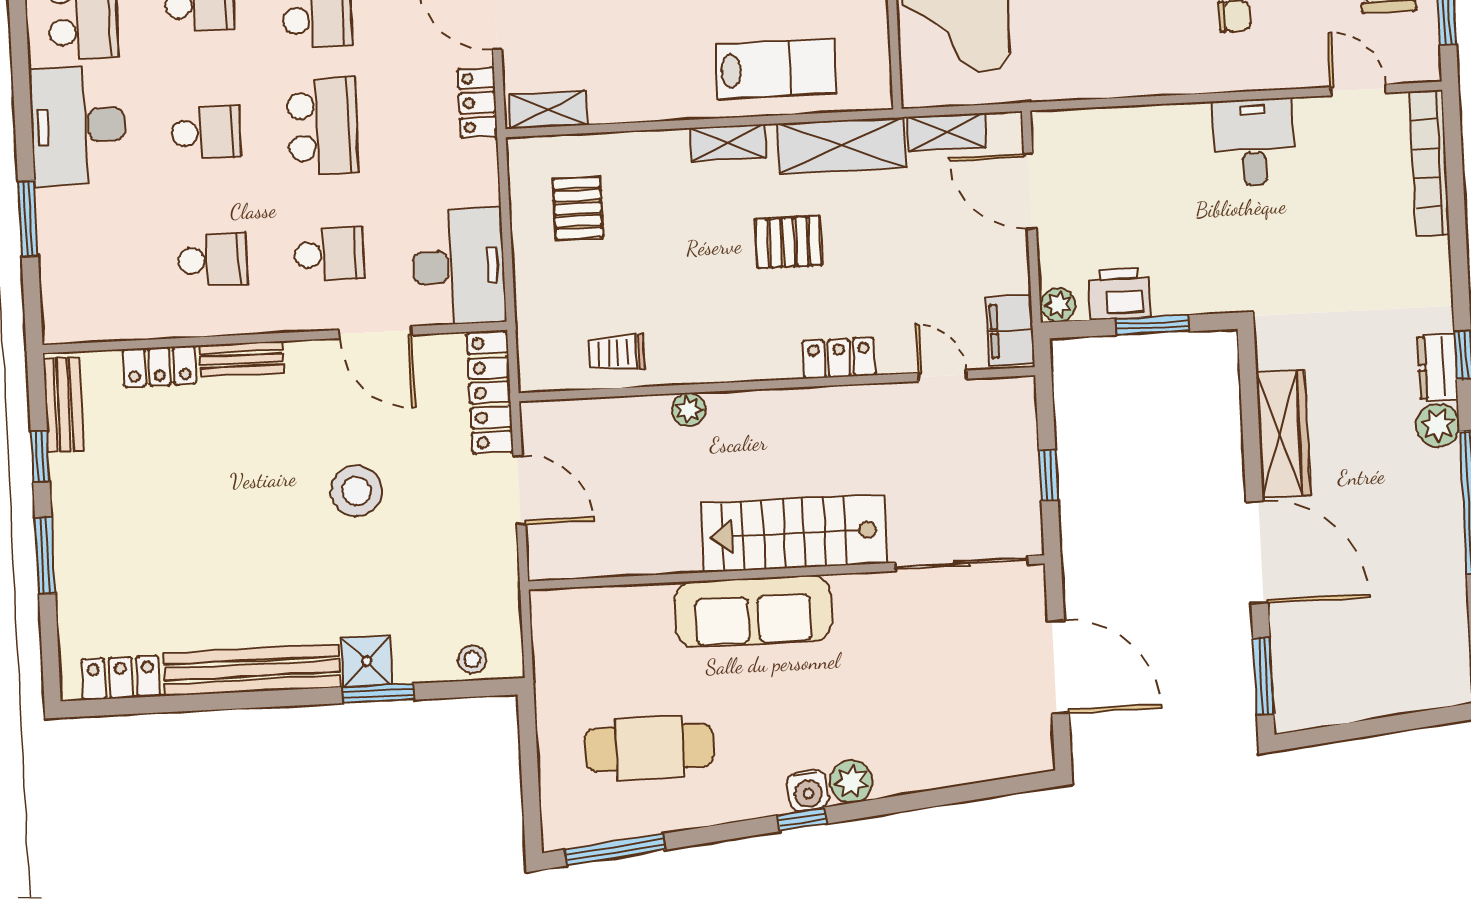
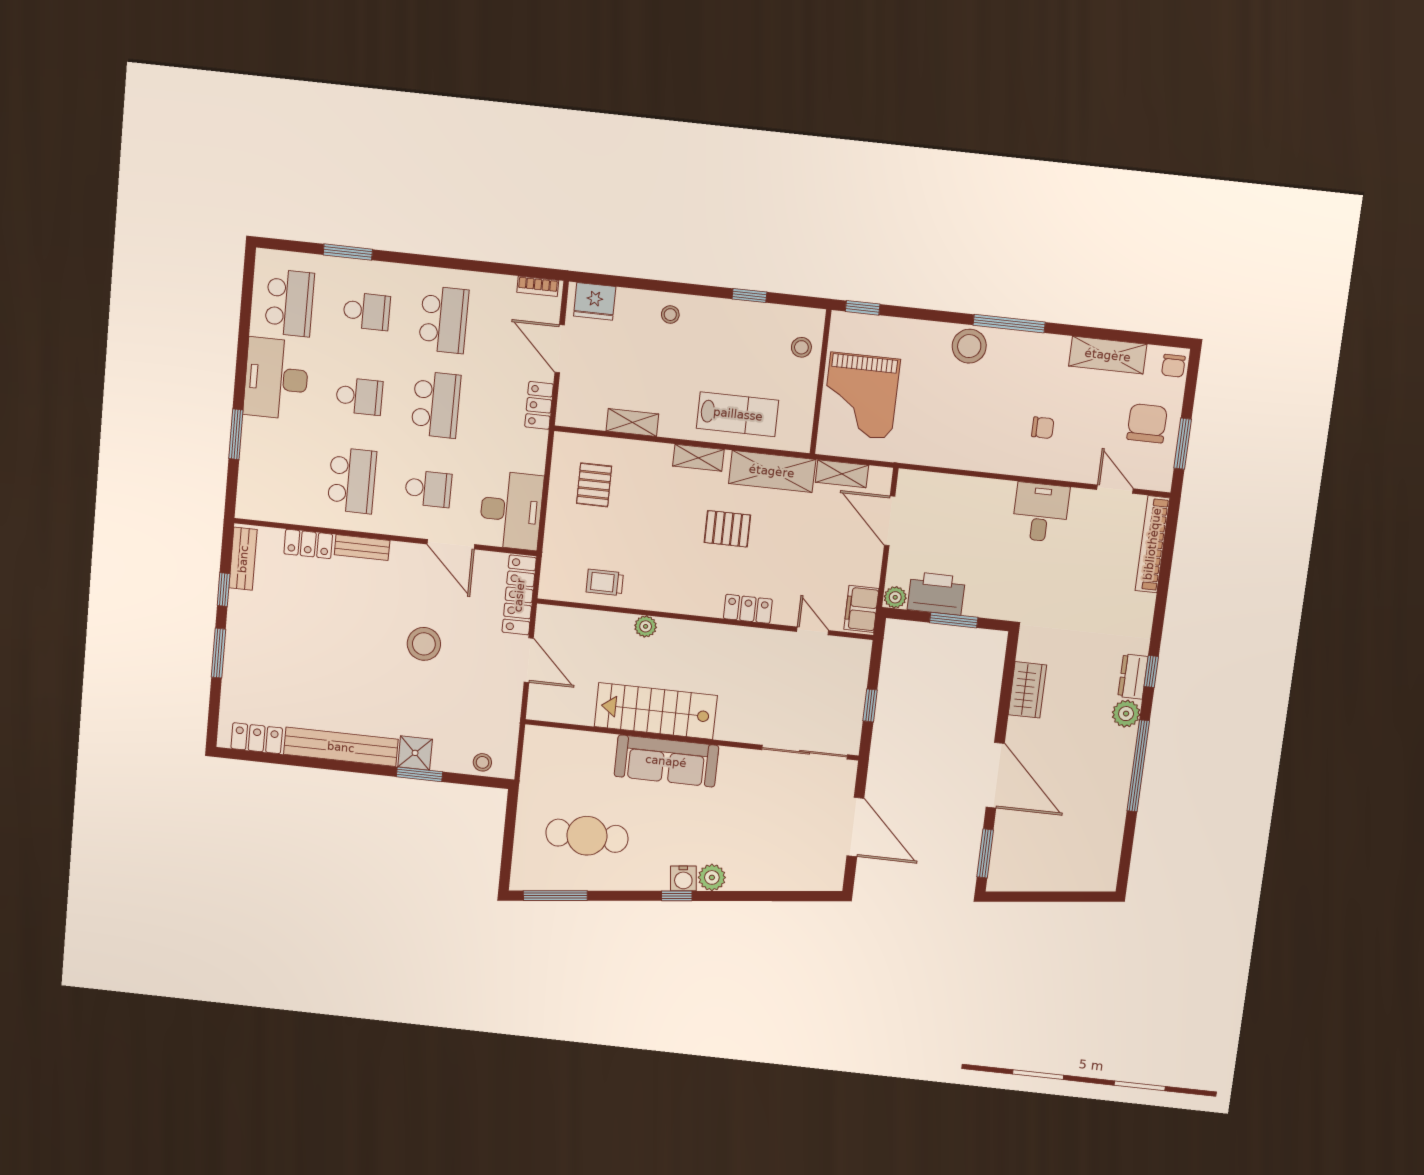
shelving: (548, 110) -> (632, 423), moved
school desk: (212, 260) -> (352, 480), width x1.85
printer: (1119, 294) -> (936, 593), width x1.37, depth x1.19
wardrobe: (1283, 434) -> (1027, 690), width x0.67
stairs: (794, 533) -> (656, 711), moved

